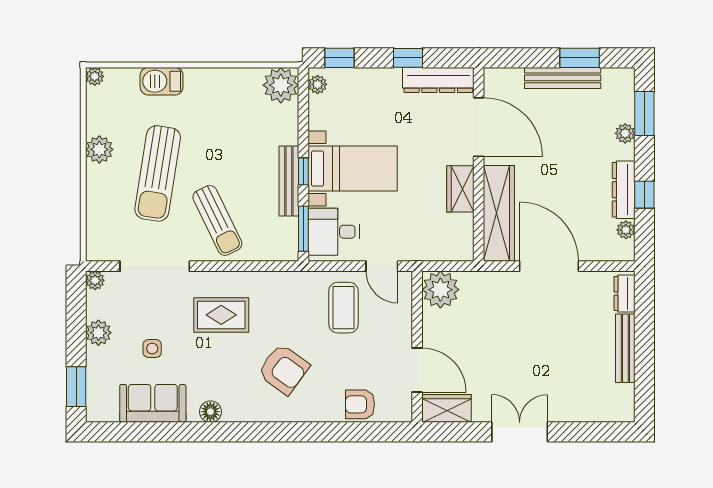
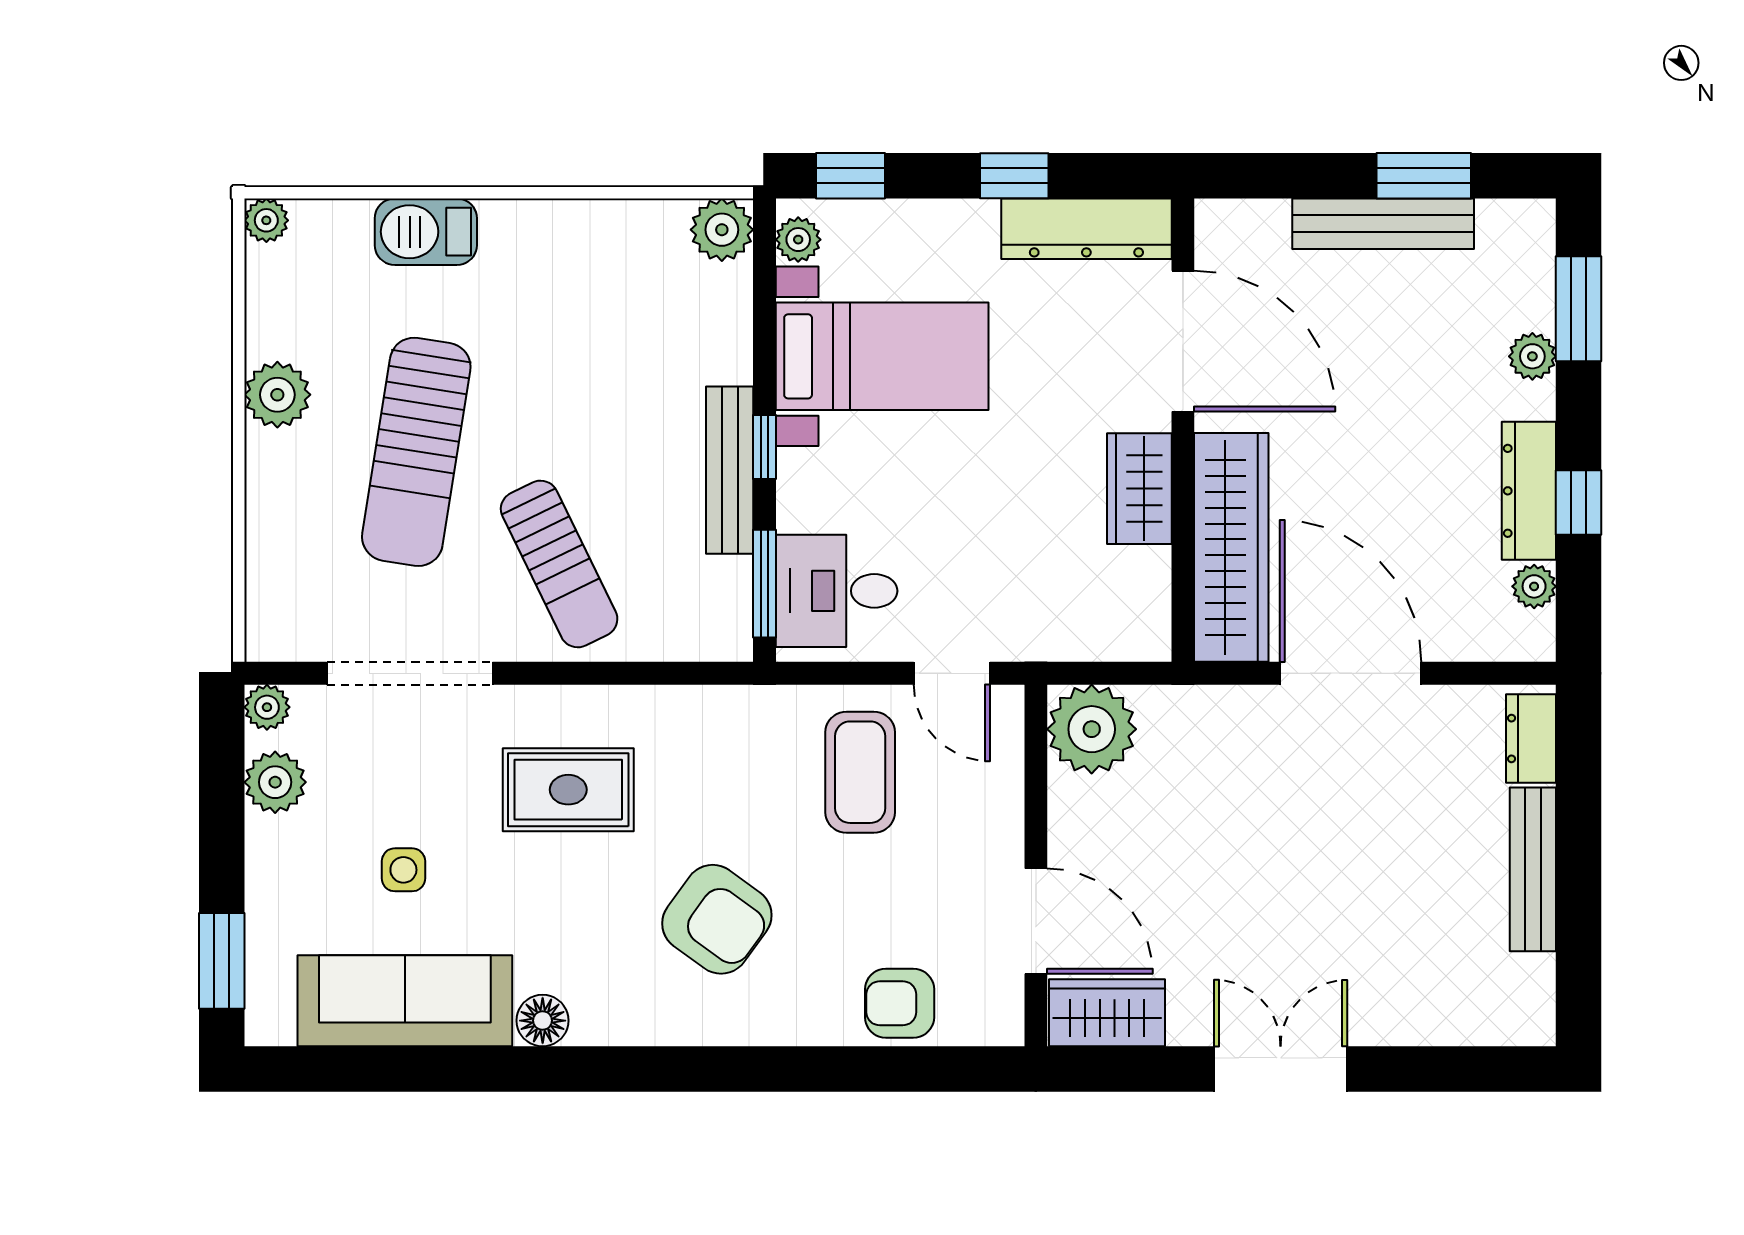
plant: (281, 85) -> (722, 230), width x0.73, depth x0.73
bed with nightstands: (353, 169) -> (882, 356), moved
plant: (98, 333) -> (275, 782), moved
sofa: (153, 403) -> (405, 1001), width x1.36

